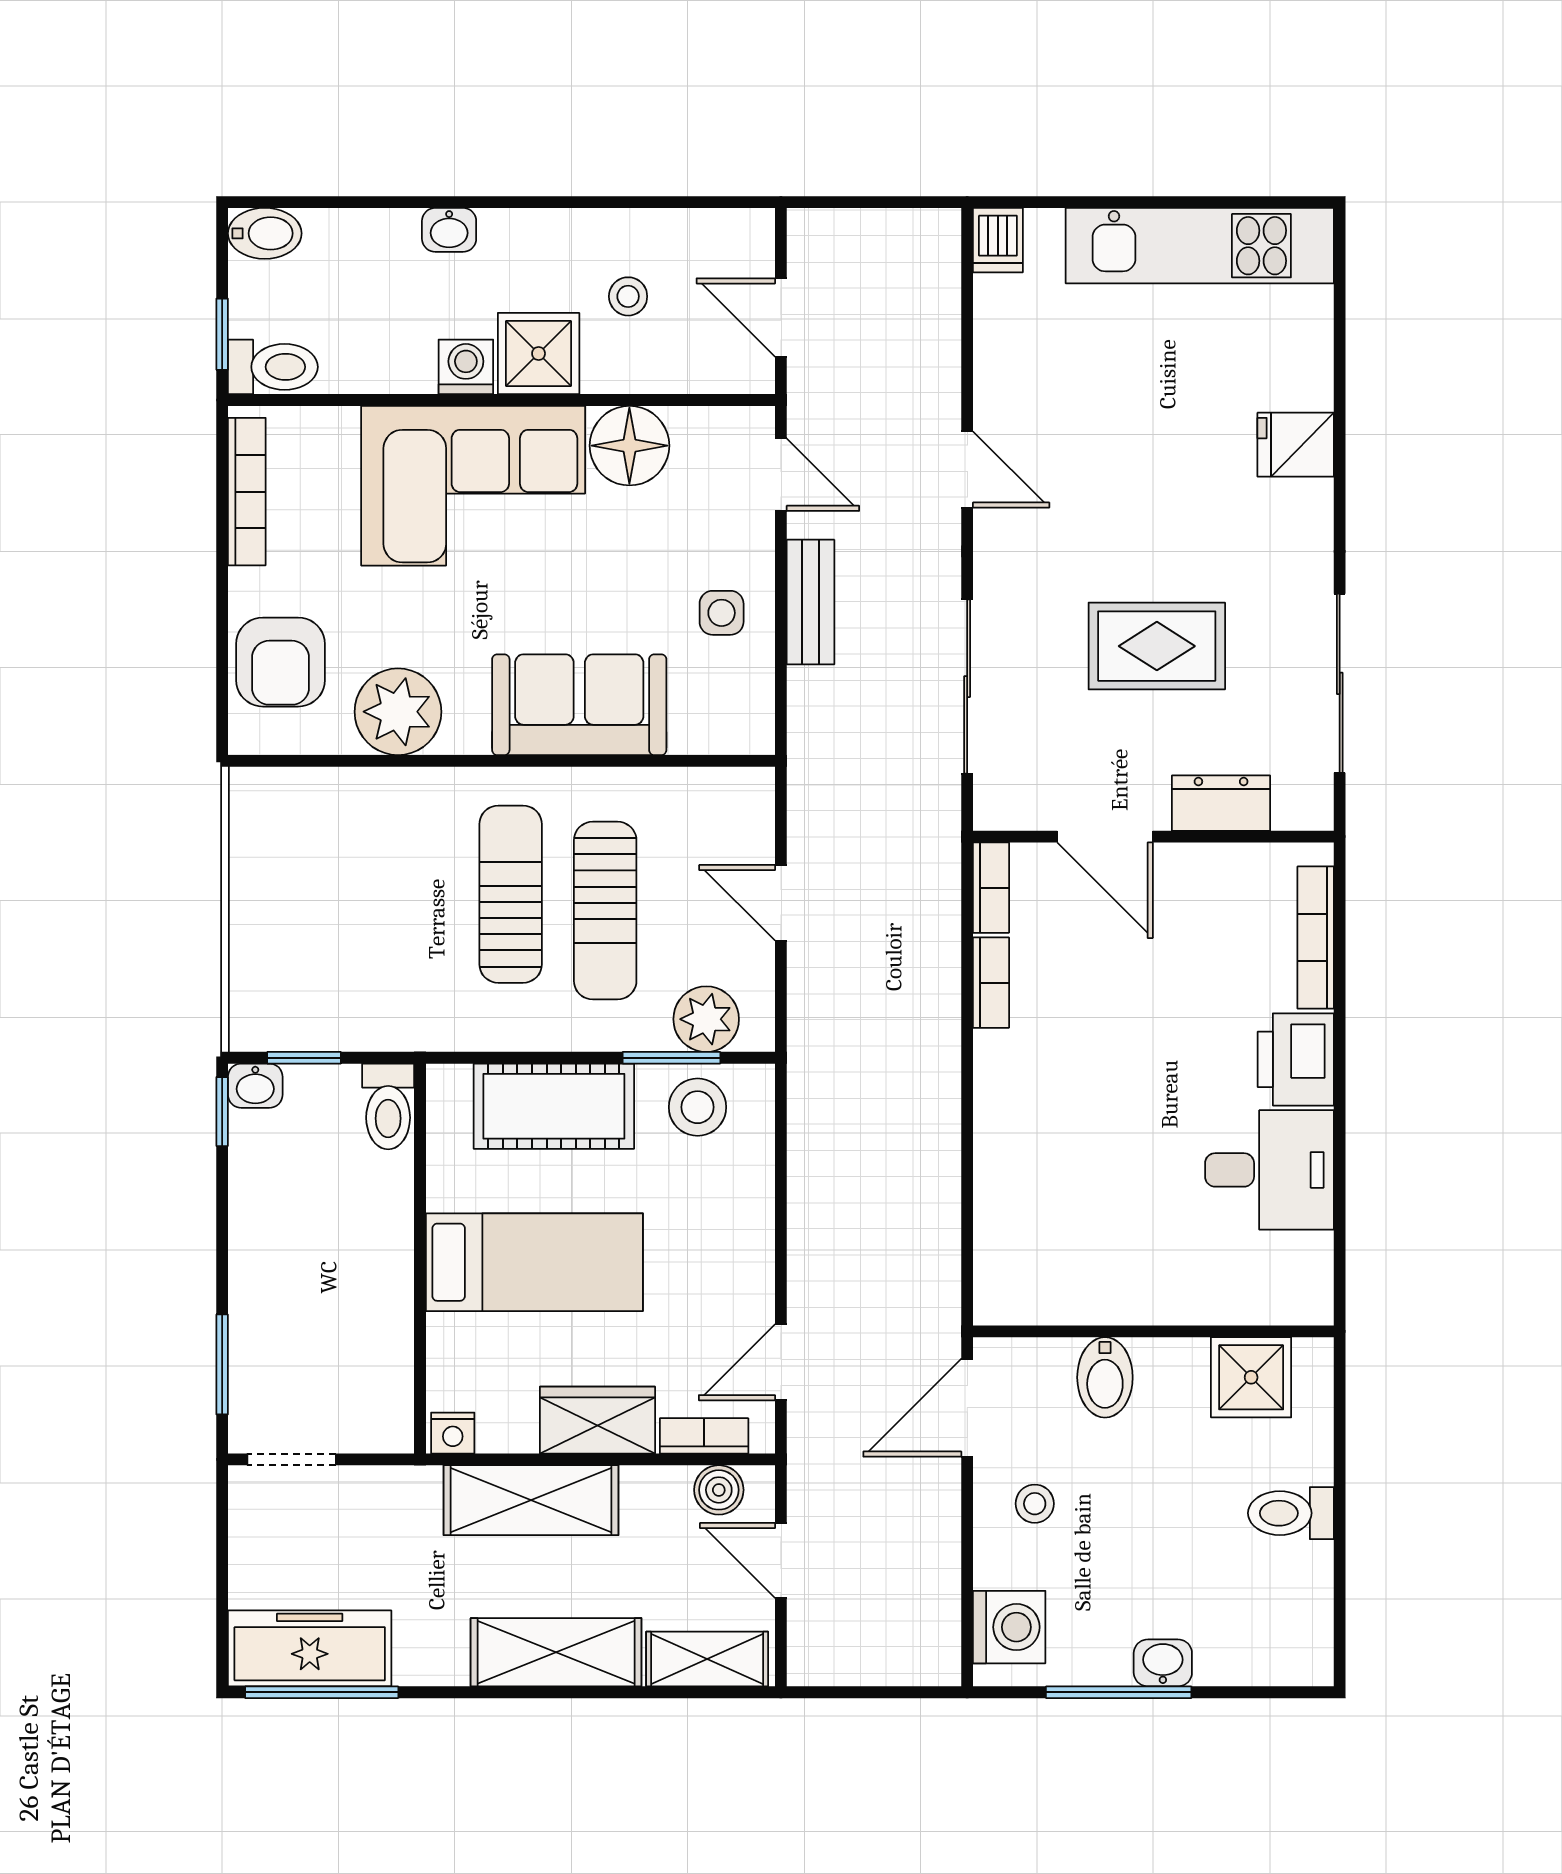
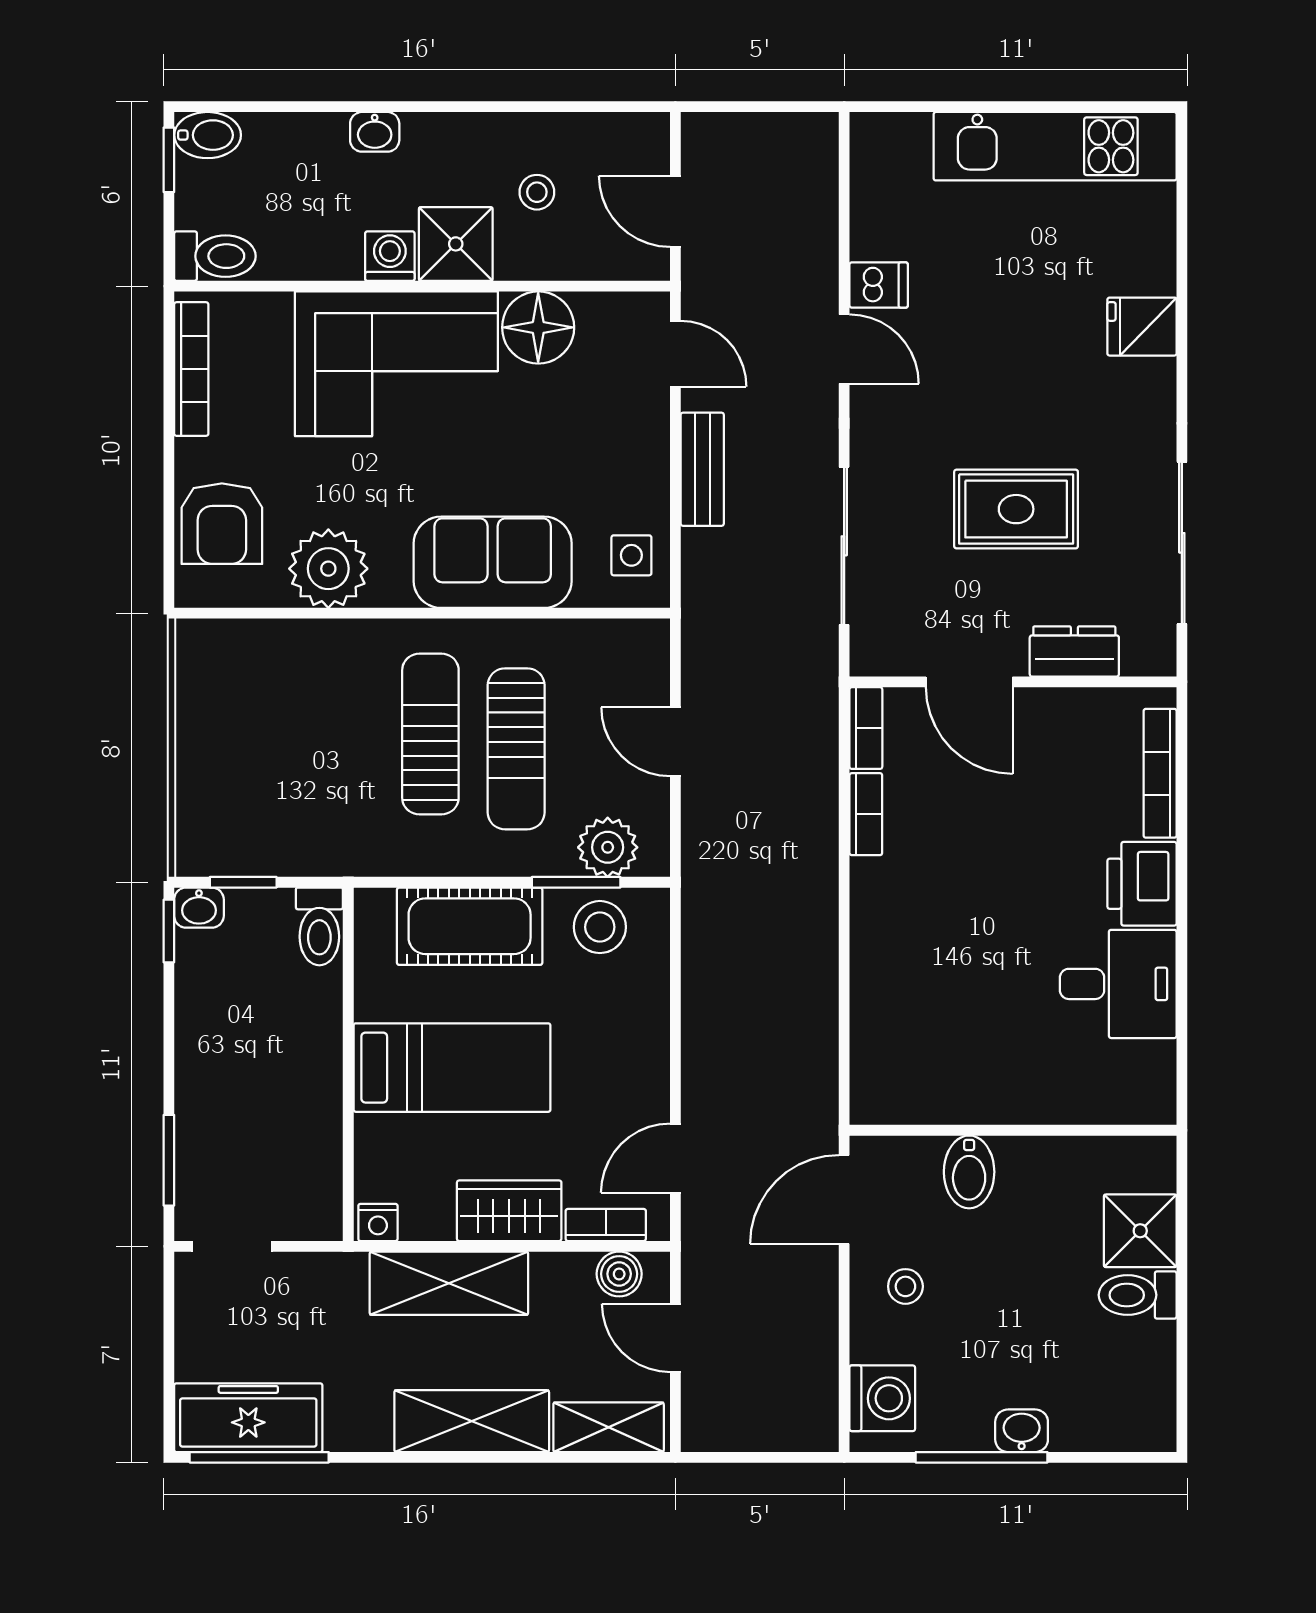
dishwasher: (998, 240) -> (879, 285), moved, turned -90
window: (222, 334) -> (169, 160), moved
side table: (722, 613) -> (631, 555), moved
shower: (1251, 1377) -> (1140, 1231), moved

